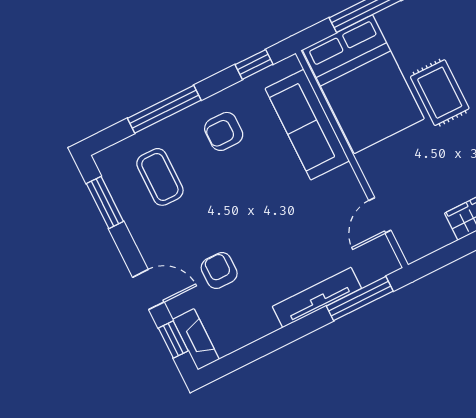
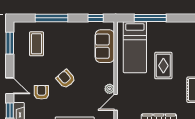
bed: (363, 84) -> (135, 47), width x0.67
sofa: (307, 125) -> (105, 46), width x0.73
armchair: (224, 131) -> (66, 79), moved, turned 49
plant: (354, 194) -> (110, 89), added

